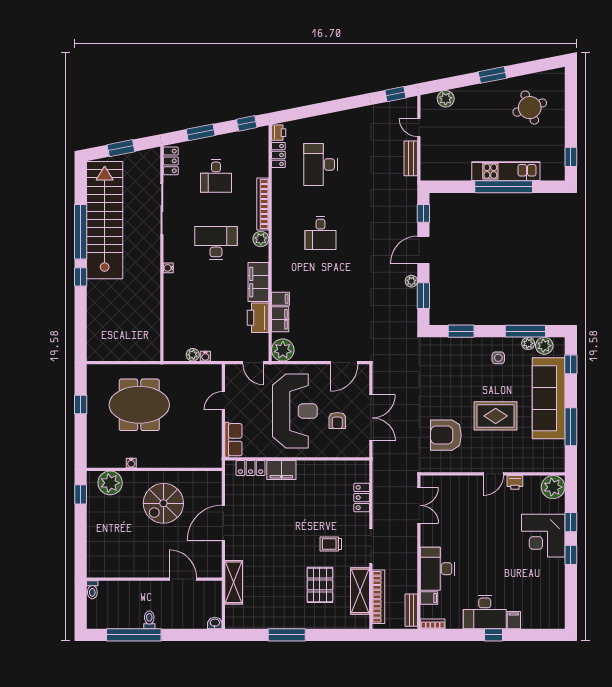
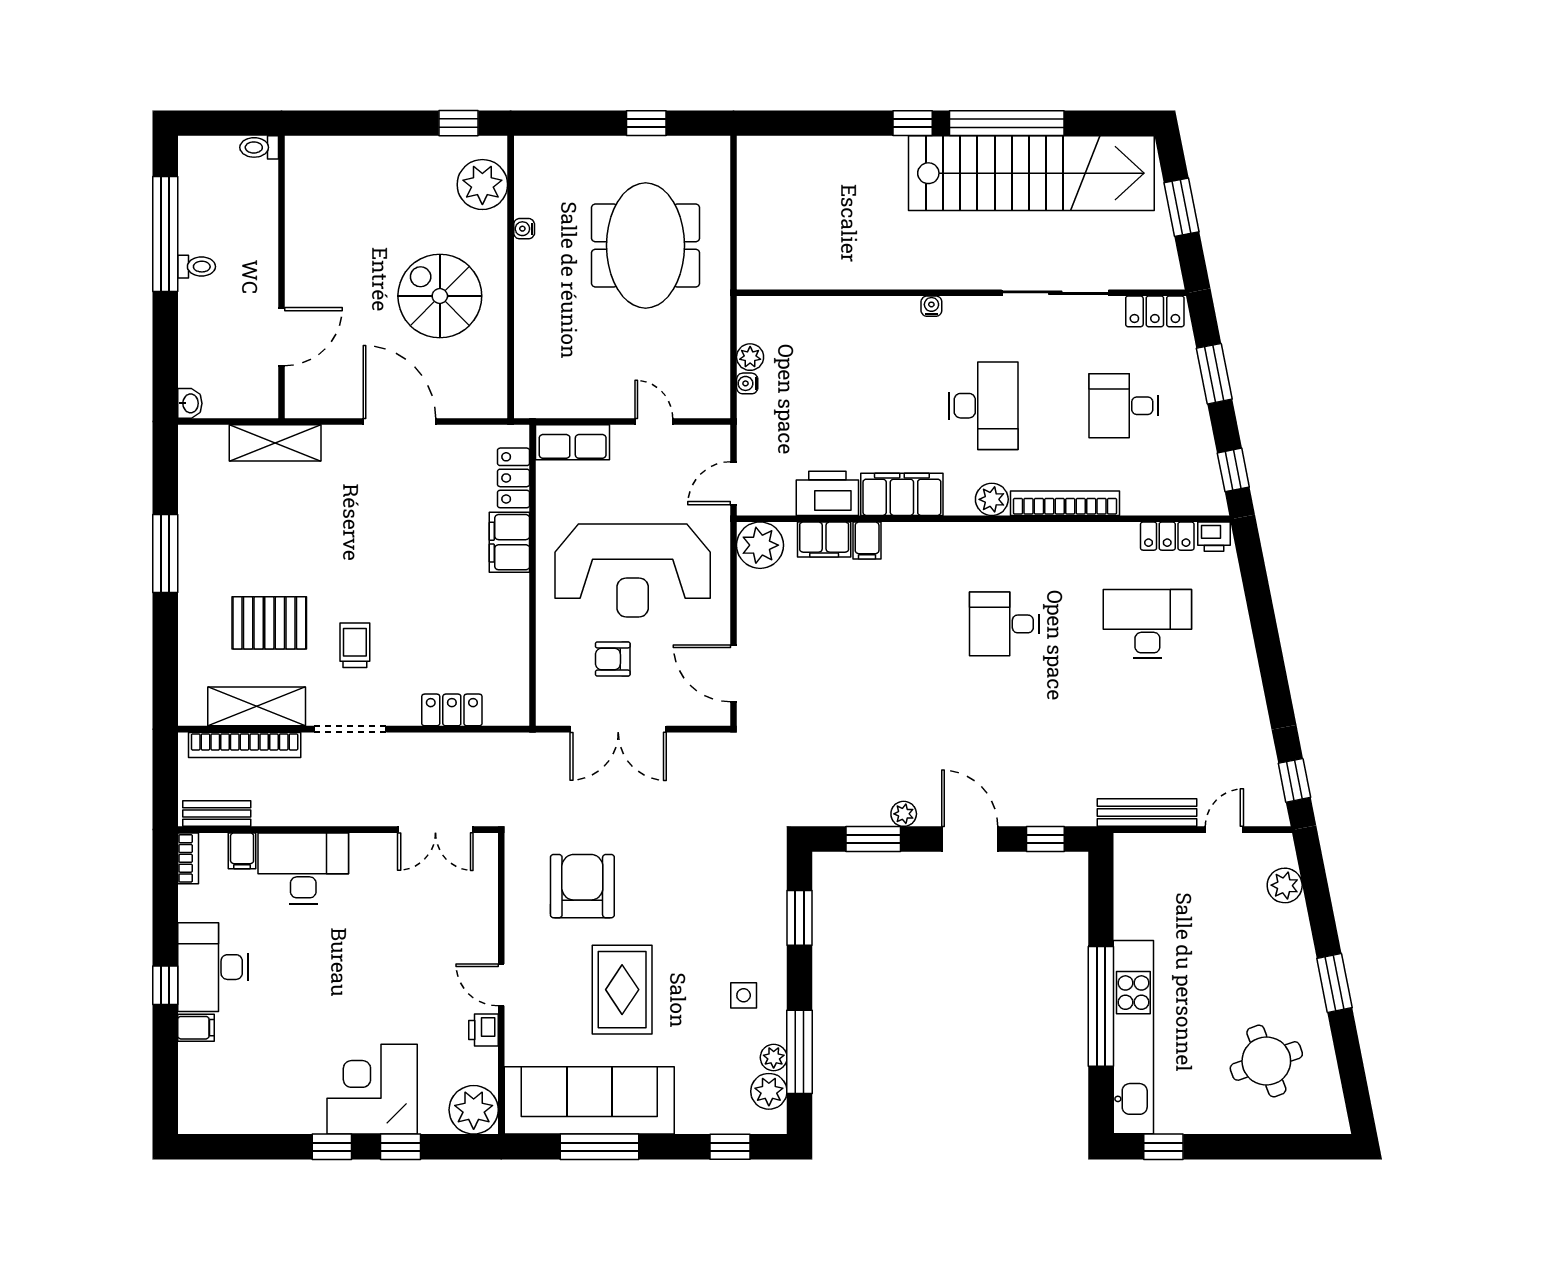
bench: (411, 158) -> (1147, 813), width x1.36
kitchen unit: (506, 171) -> (1133, 1037), width x1.36
sofa: (549, 398) -> (589, 1100), moved

